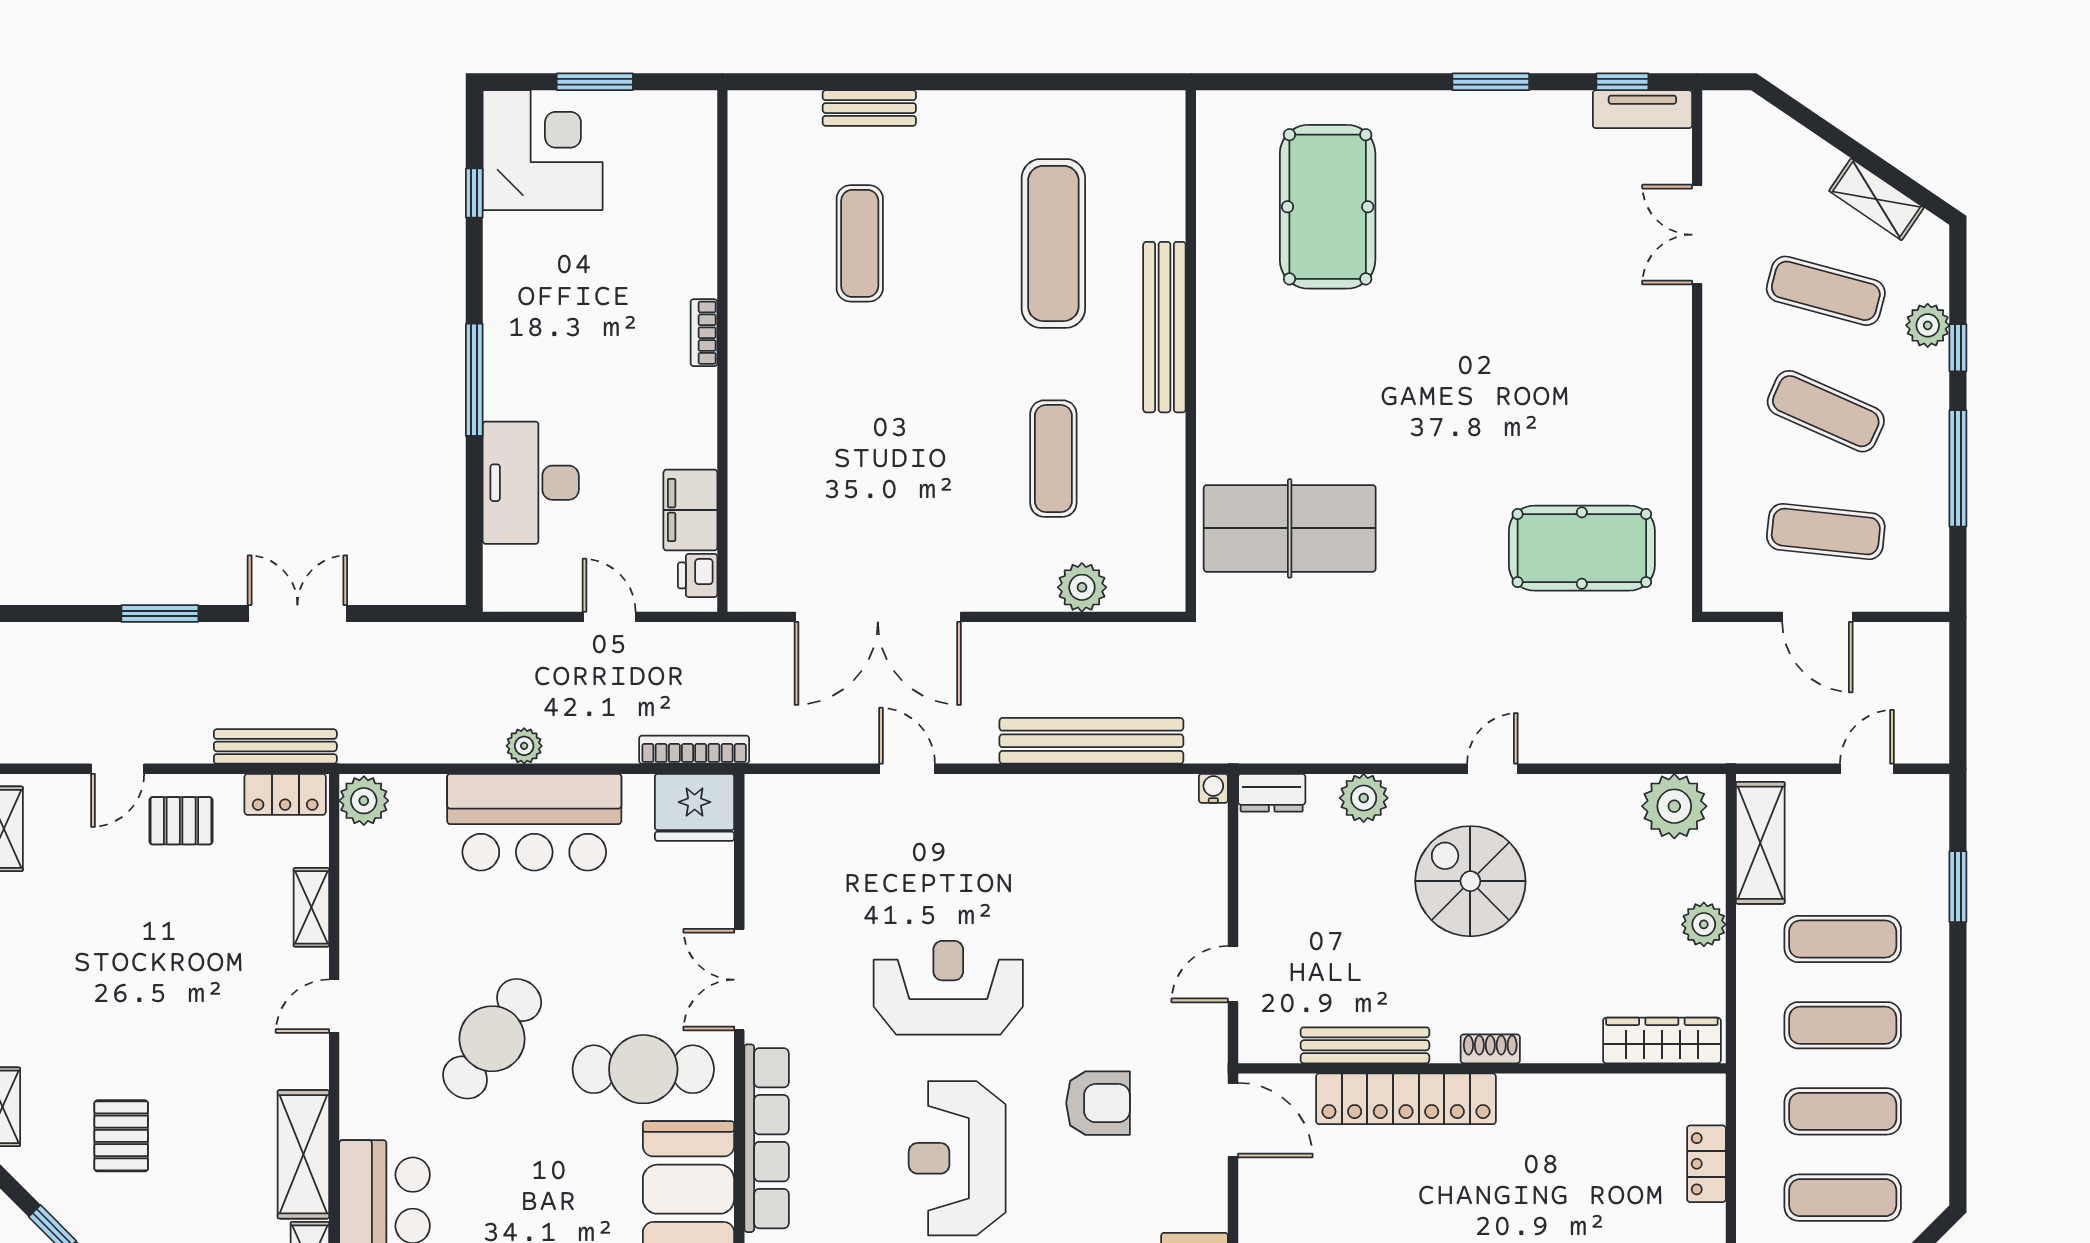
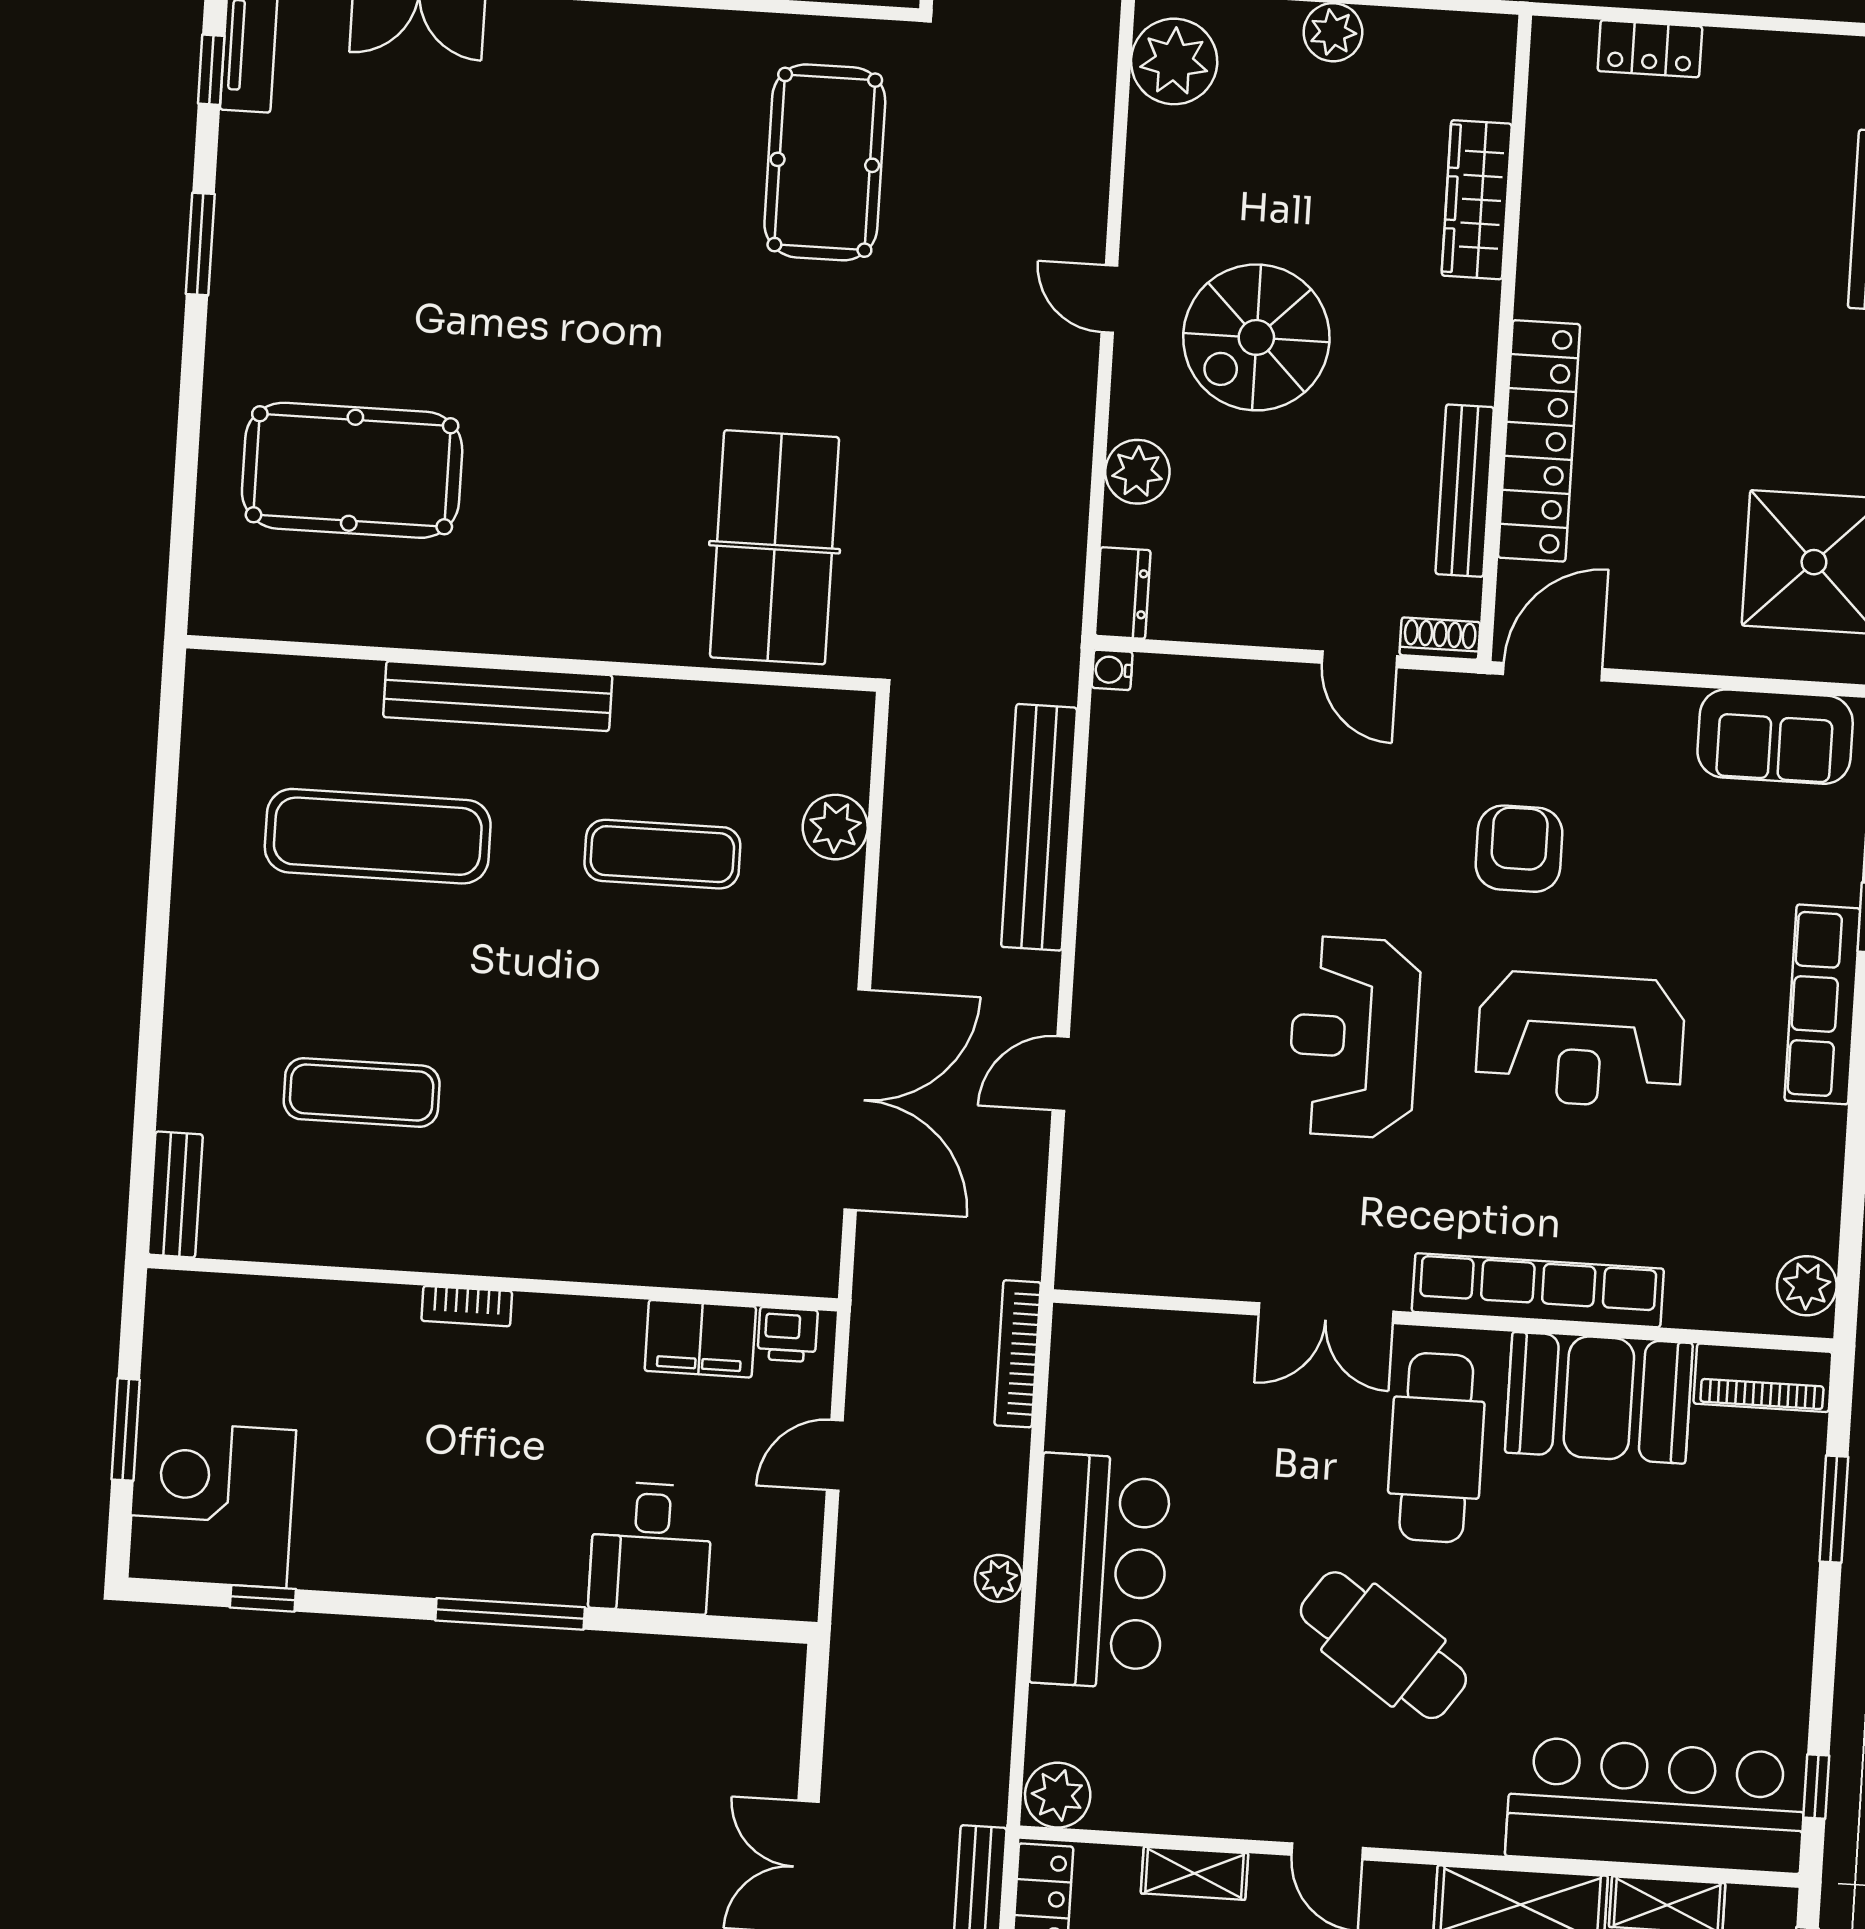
bench: (869, 108) -> (175, 1195), moved
desk: (531, 483) -> (651, 1548), width x0.73
fridge: (695, 807) -> (1094, 1358), removed
wardrobe: (1662, 1040) -> (1477, 200), moved
shoe rack: (1490, 1049) -> (1440, 639), moved, turned 90

